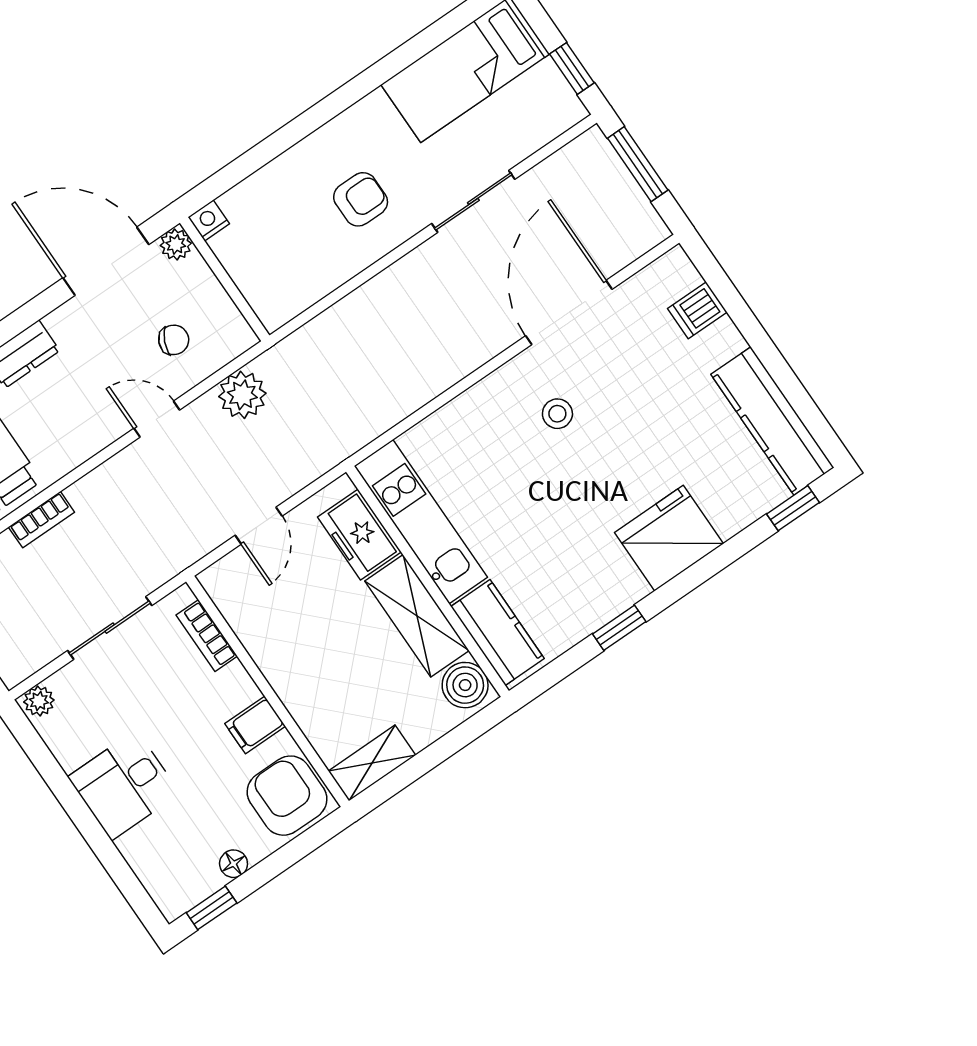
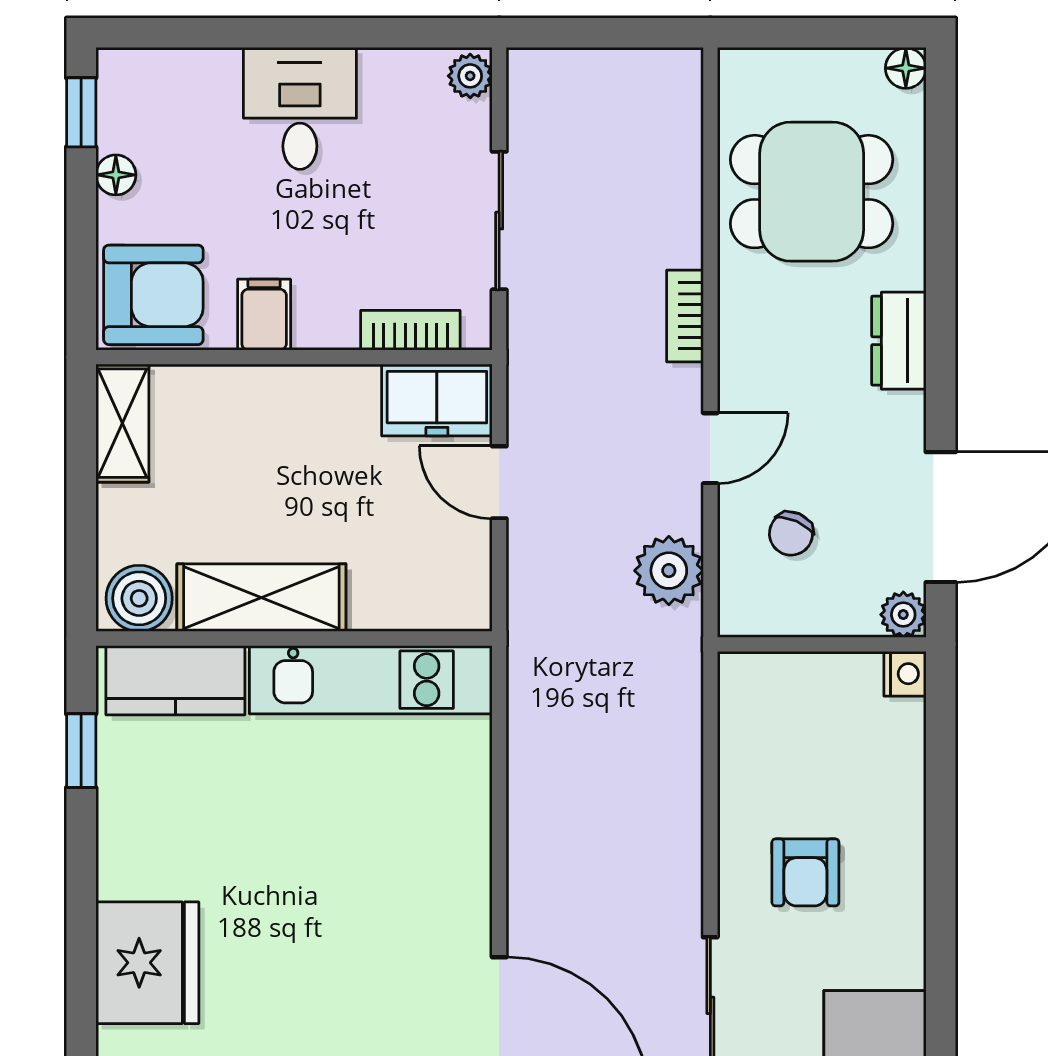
stool: (557, 414) -> (388, 932), removed
bookcase: (41, 520) -> (685, 316), moved
freezer: (359, 535) -> (437, 400), moved, turned 180
window: (619, 628) -> (81, 751), moved

